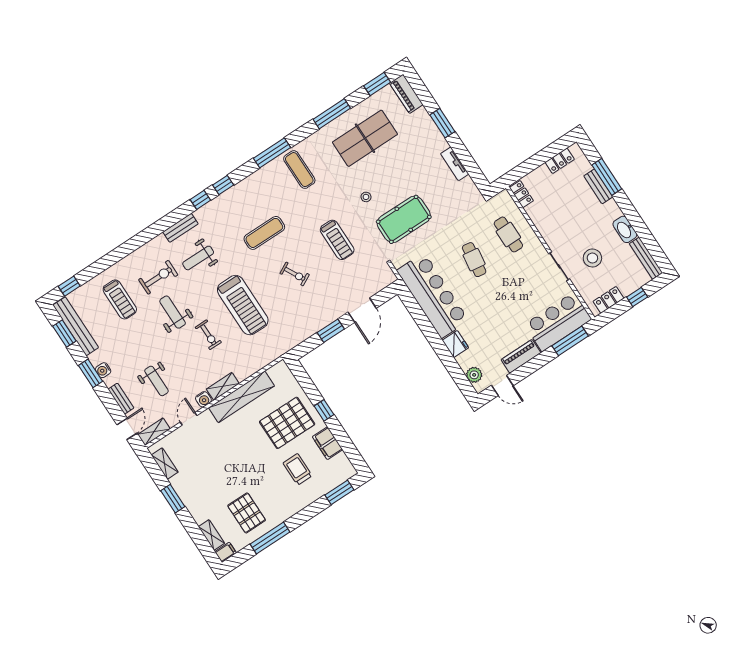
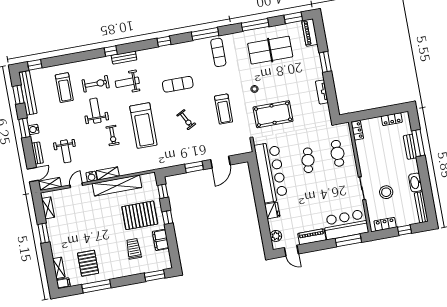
window: (200, 200) -> (111, 51), moved
window: (304, 379) -> (163, 191), added

